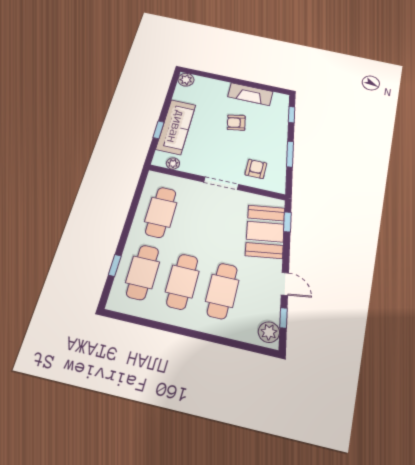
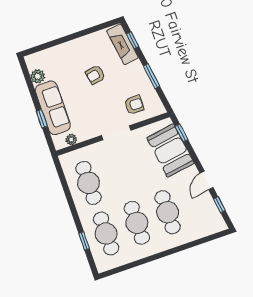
plant: (186, 80) -> (38, 76), moved
fireplace: (250, 94) -> (123, 44), moved, turned 81
armchair: (256, 169) -> (134, 105), turned 90
door: (285, 284) -> (207, 180), swing flipped
plant: (269, 332) -> (215, 221), removed

